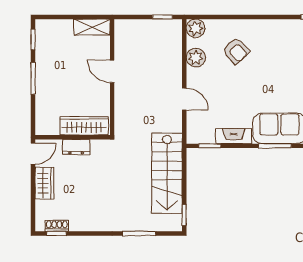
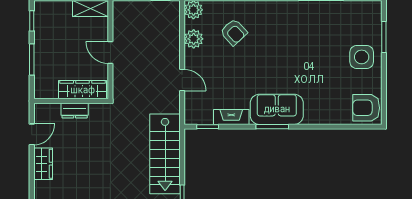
wardrobe: (84, 126) -> (83, 90), moved
wall: (73, 137) -> (71, 101), moved
dresser: (76, 147) -> (75, 111), moved

